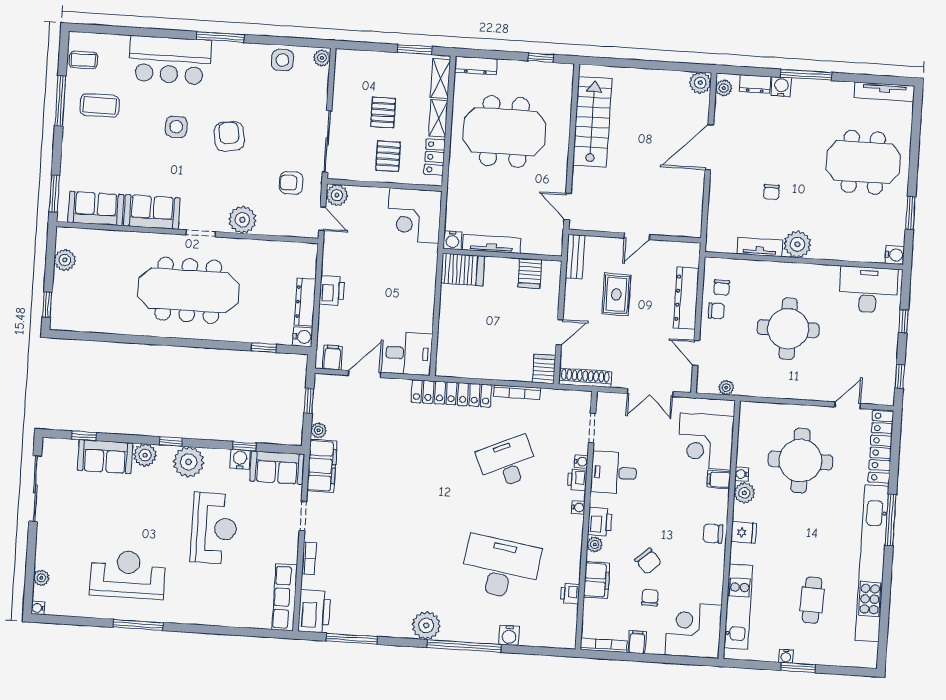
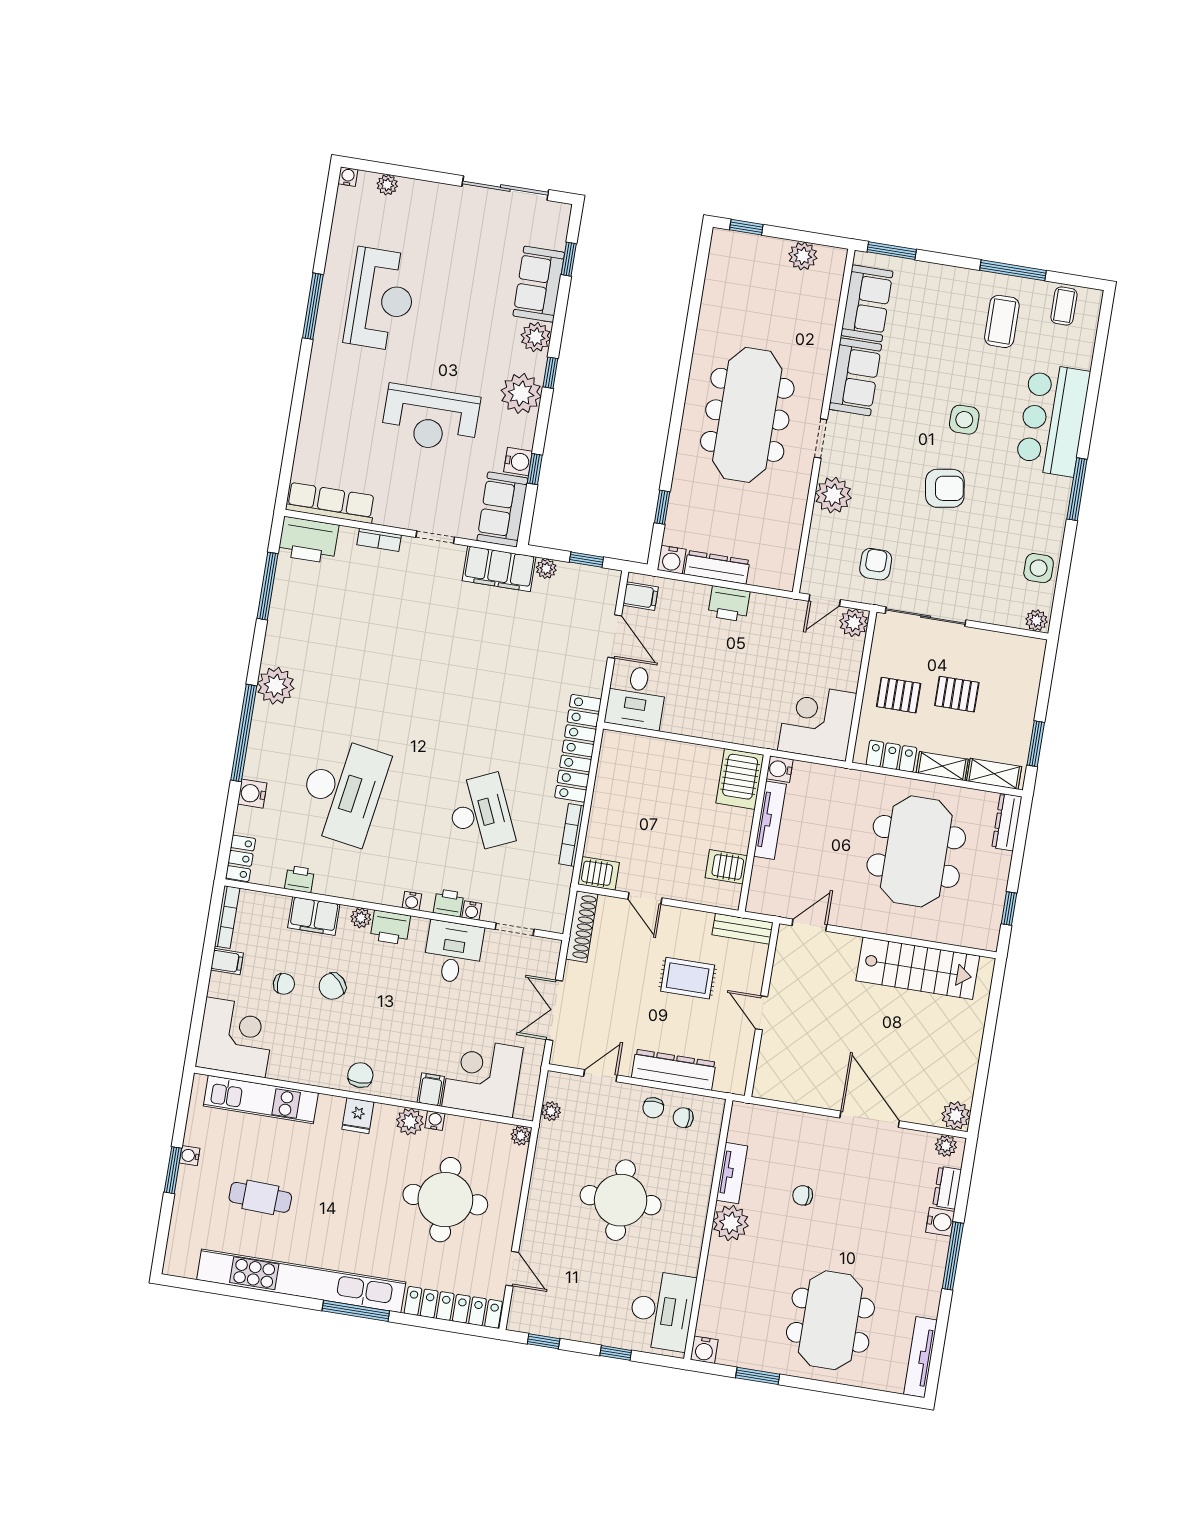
plant: (747, 408) -> (521, 1136), added
locker: (559, 639) -> (241, 858), added

